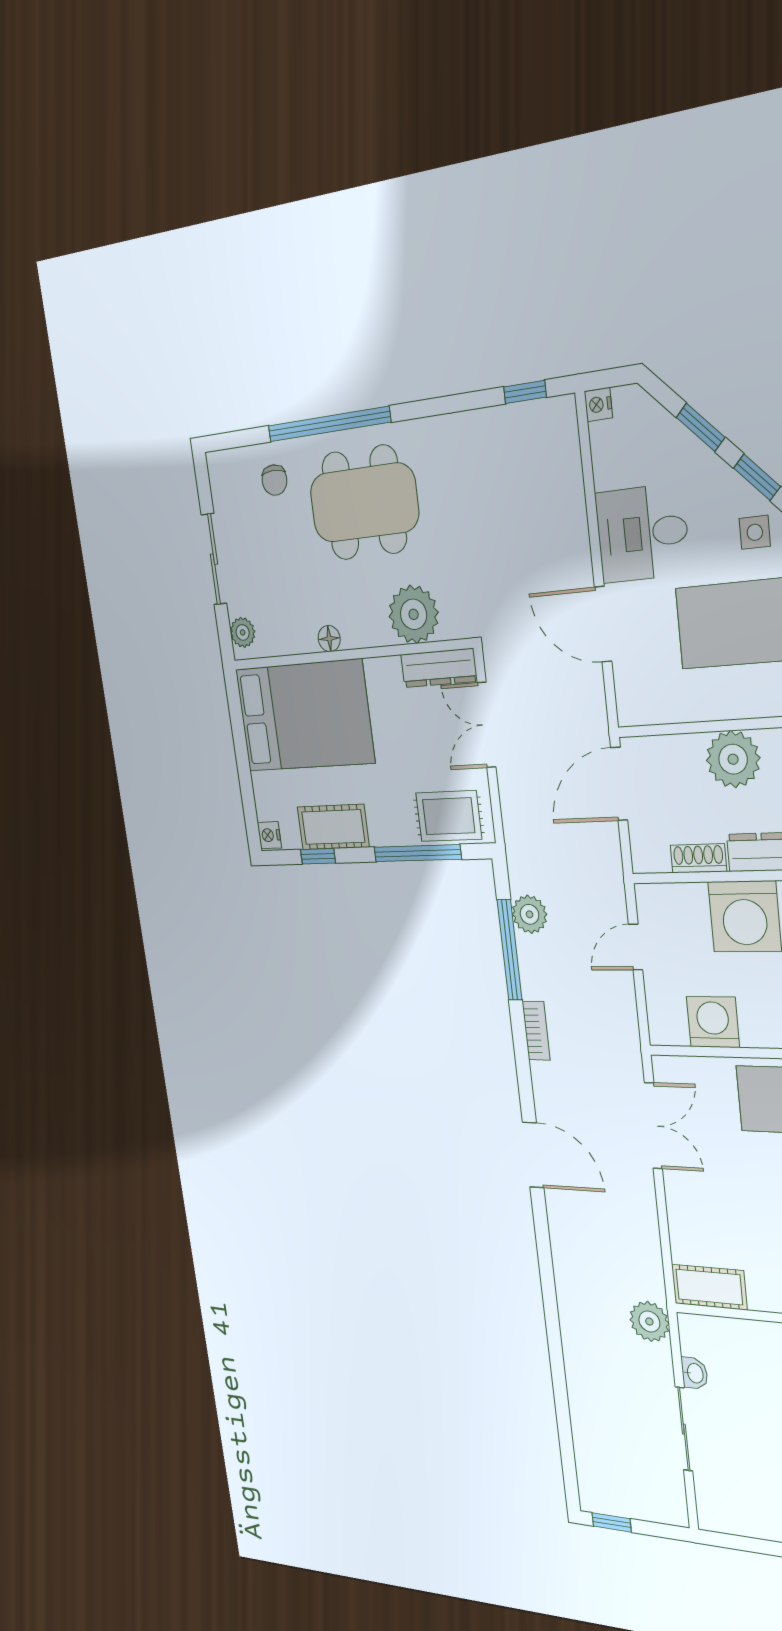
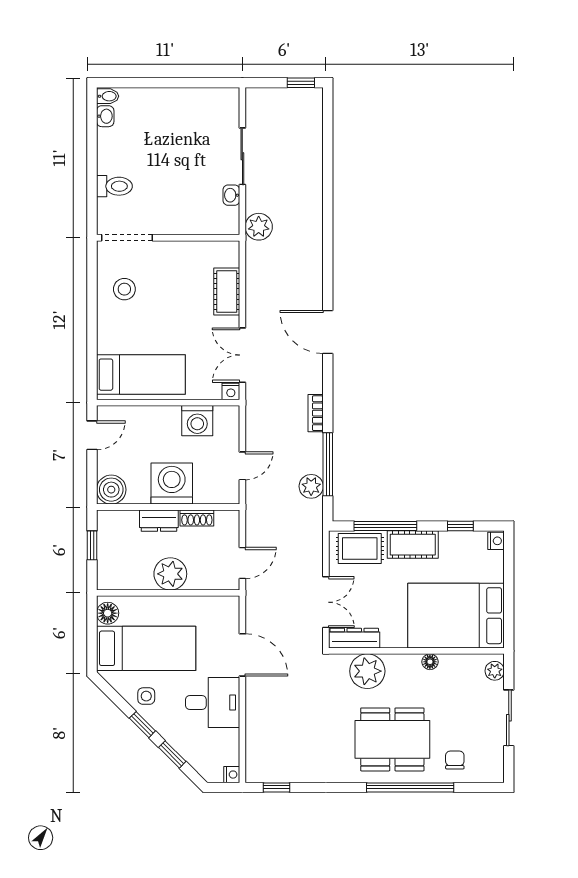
door: (619, 784) -> (242, 563), width x0.73
cot: (333, 827) -> (413, 545), moved
nightstand: (665, 1068) -> (231, 391), added
cot: (709, 1287) -> (227, 292), moved, turned 90

